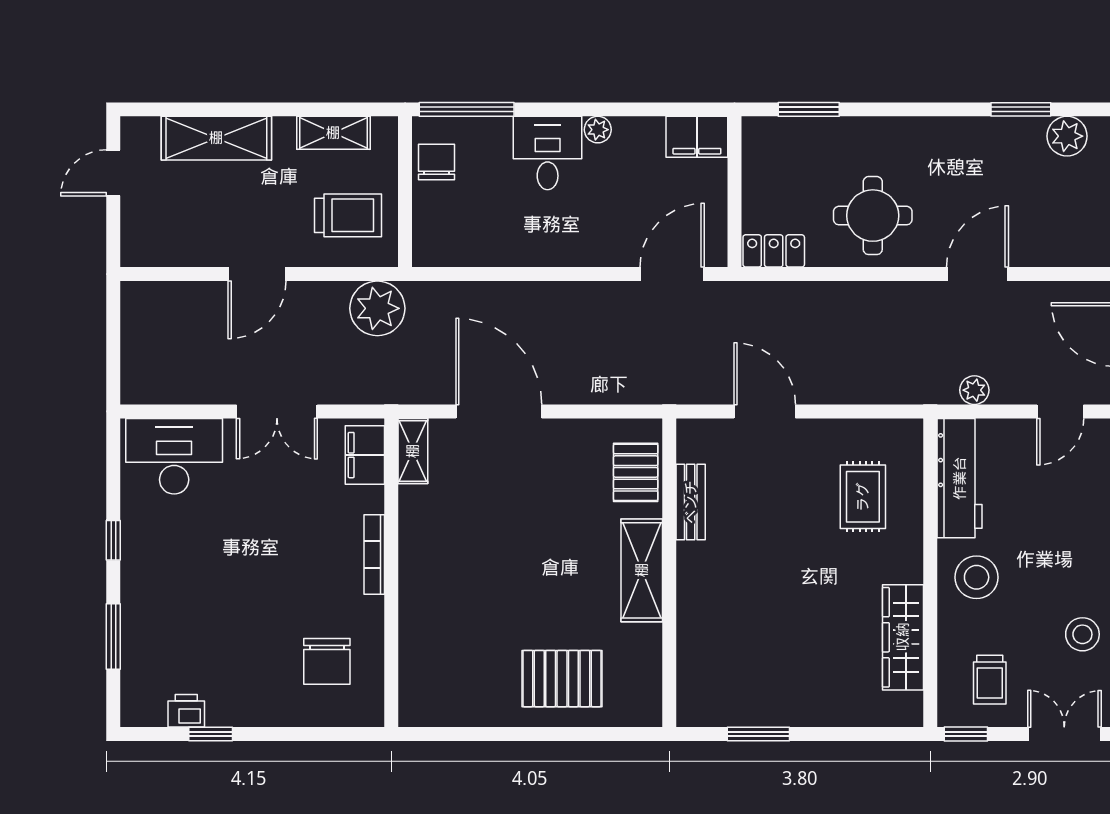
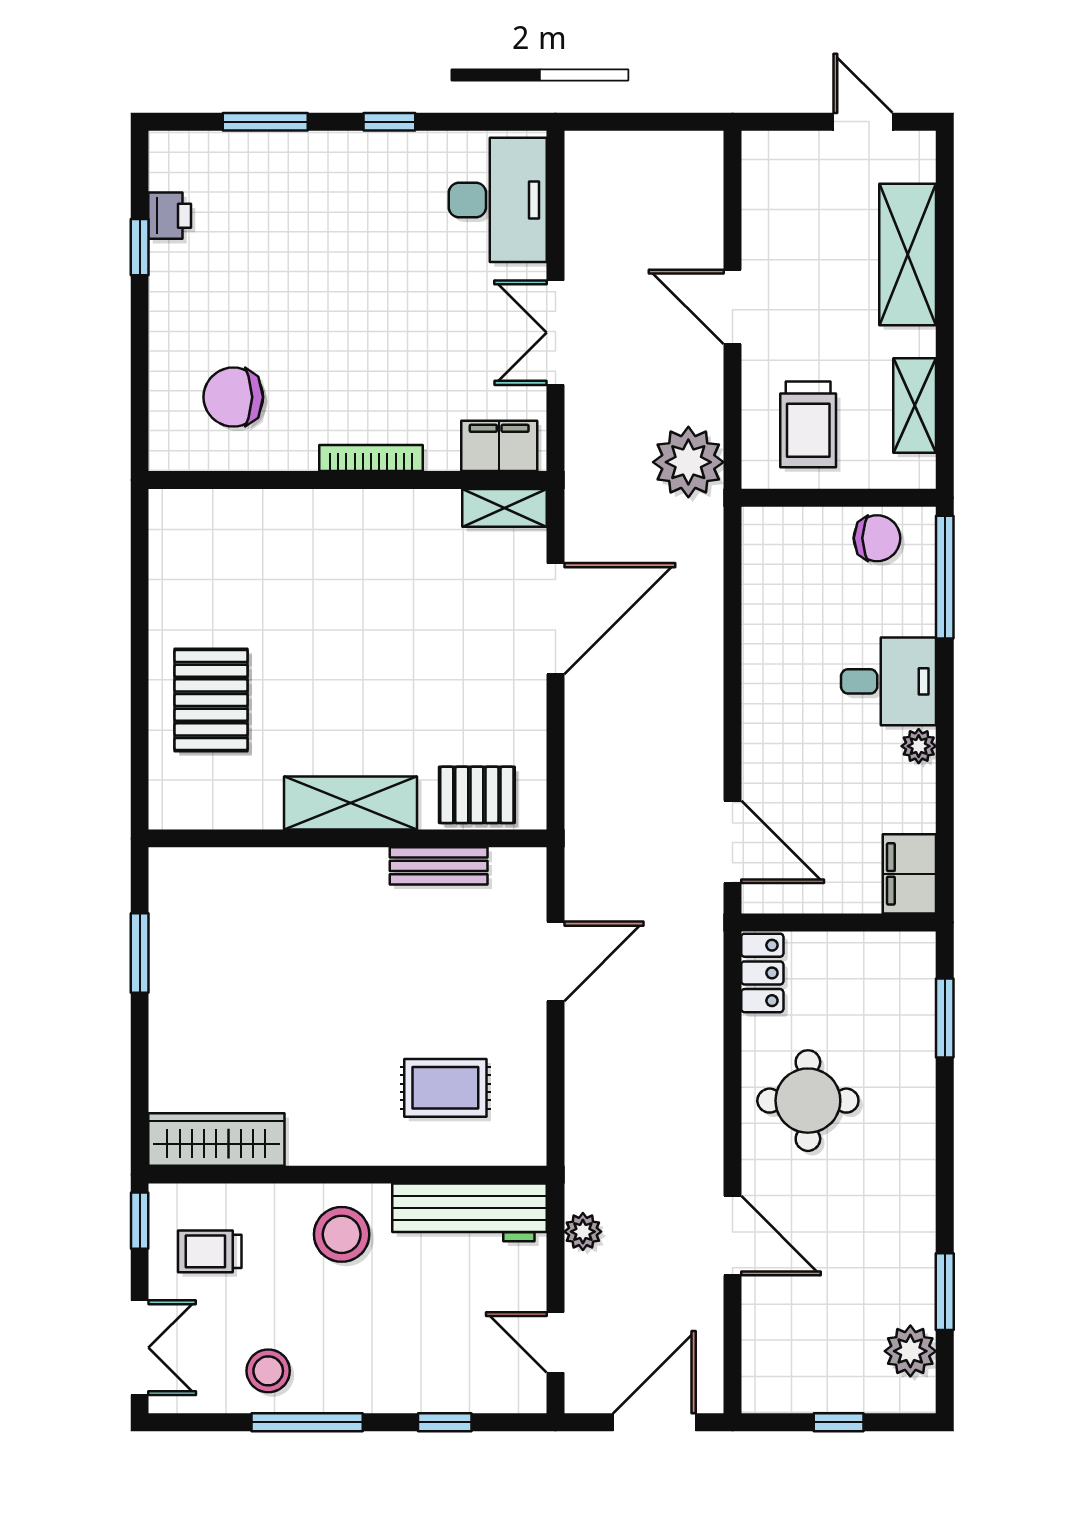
wardrobe: (903, 637) -> (216, 1139), moved

